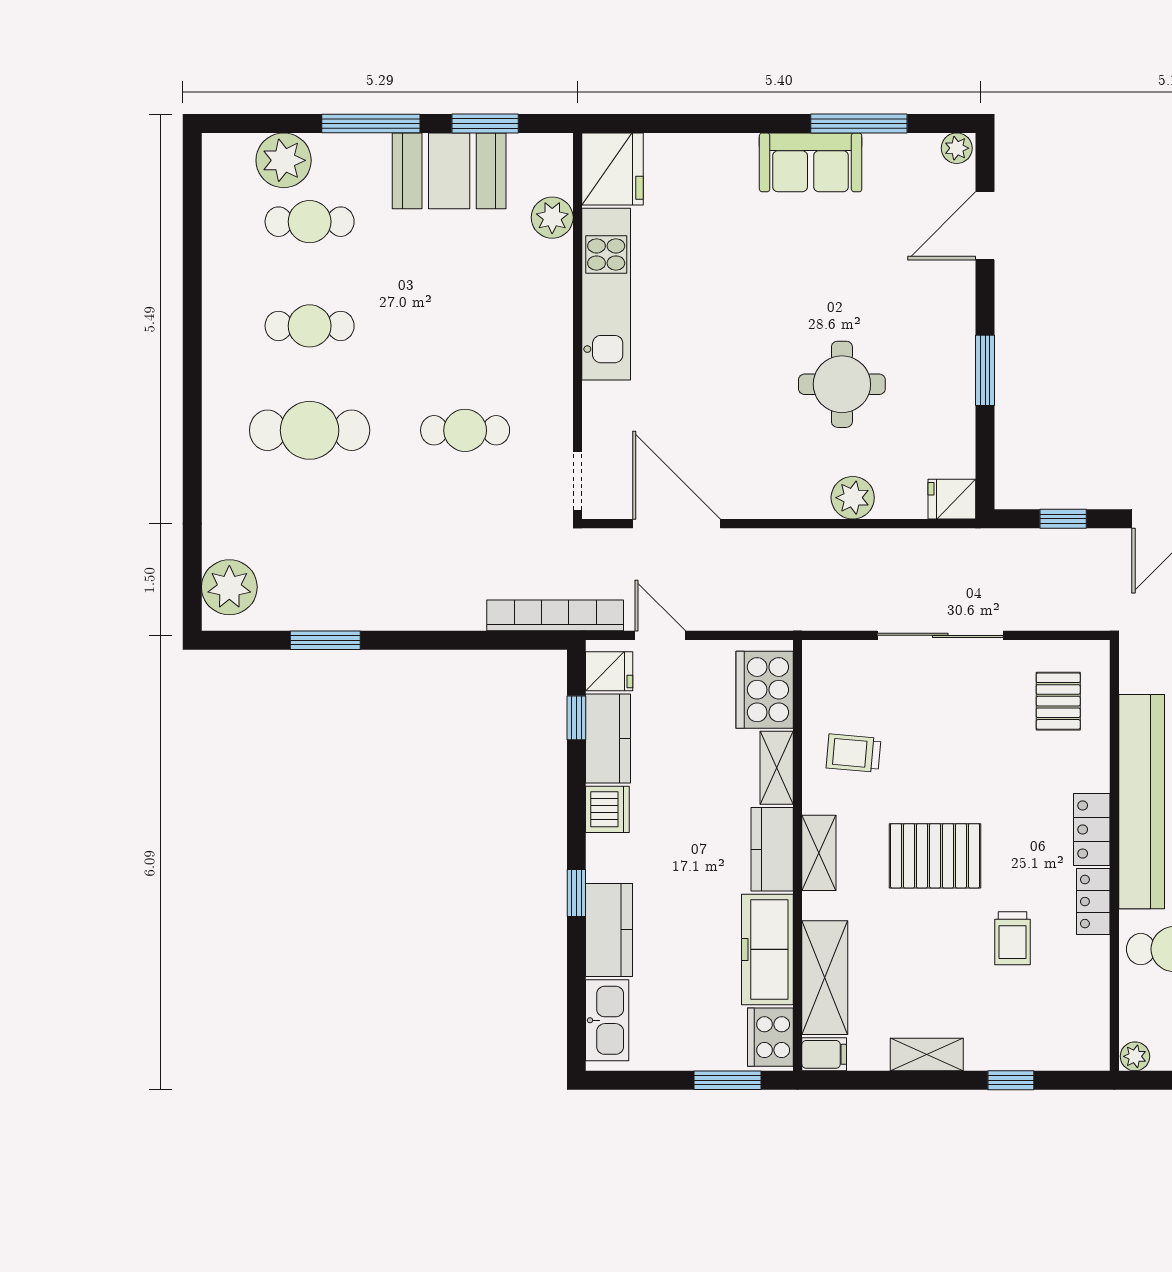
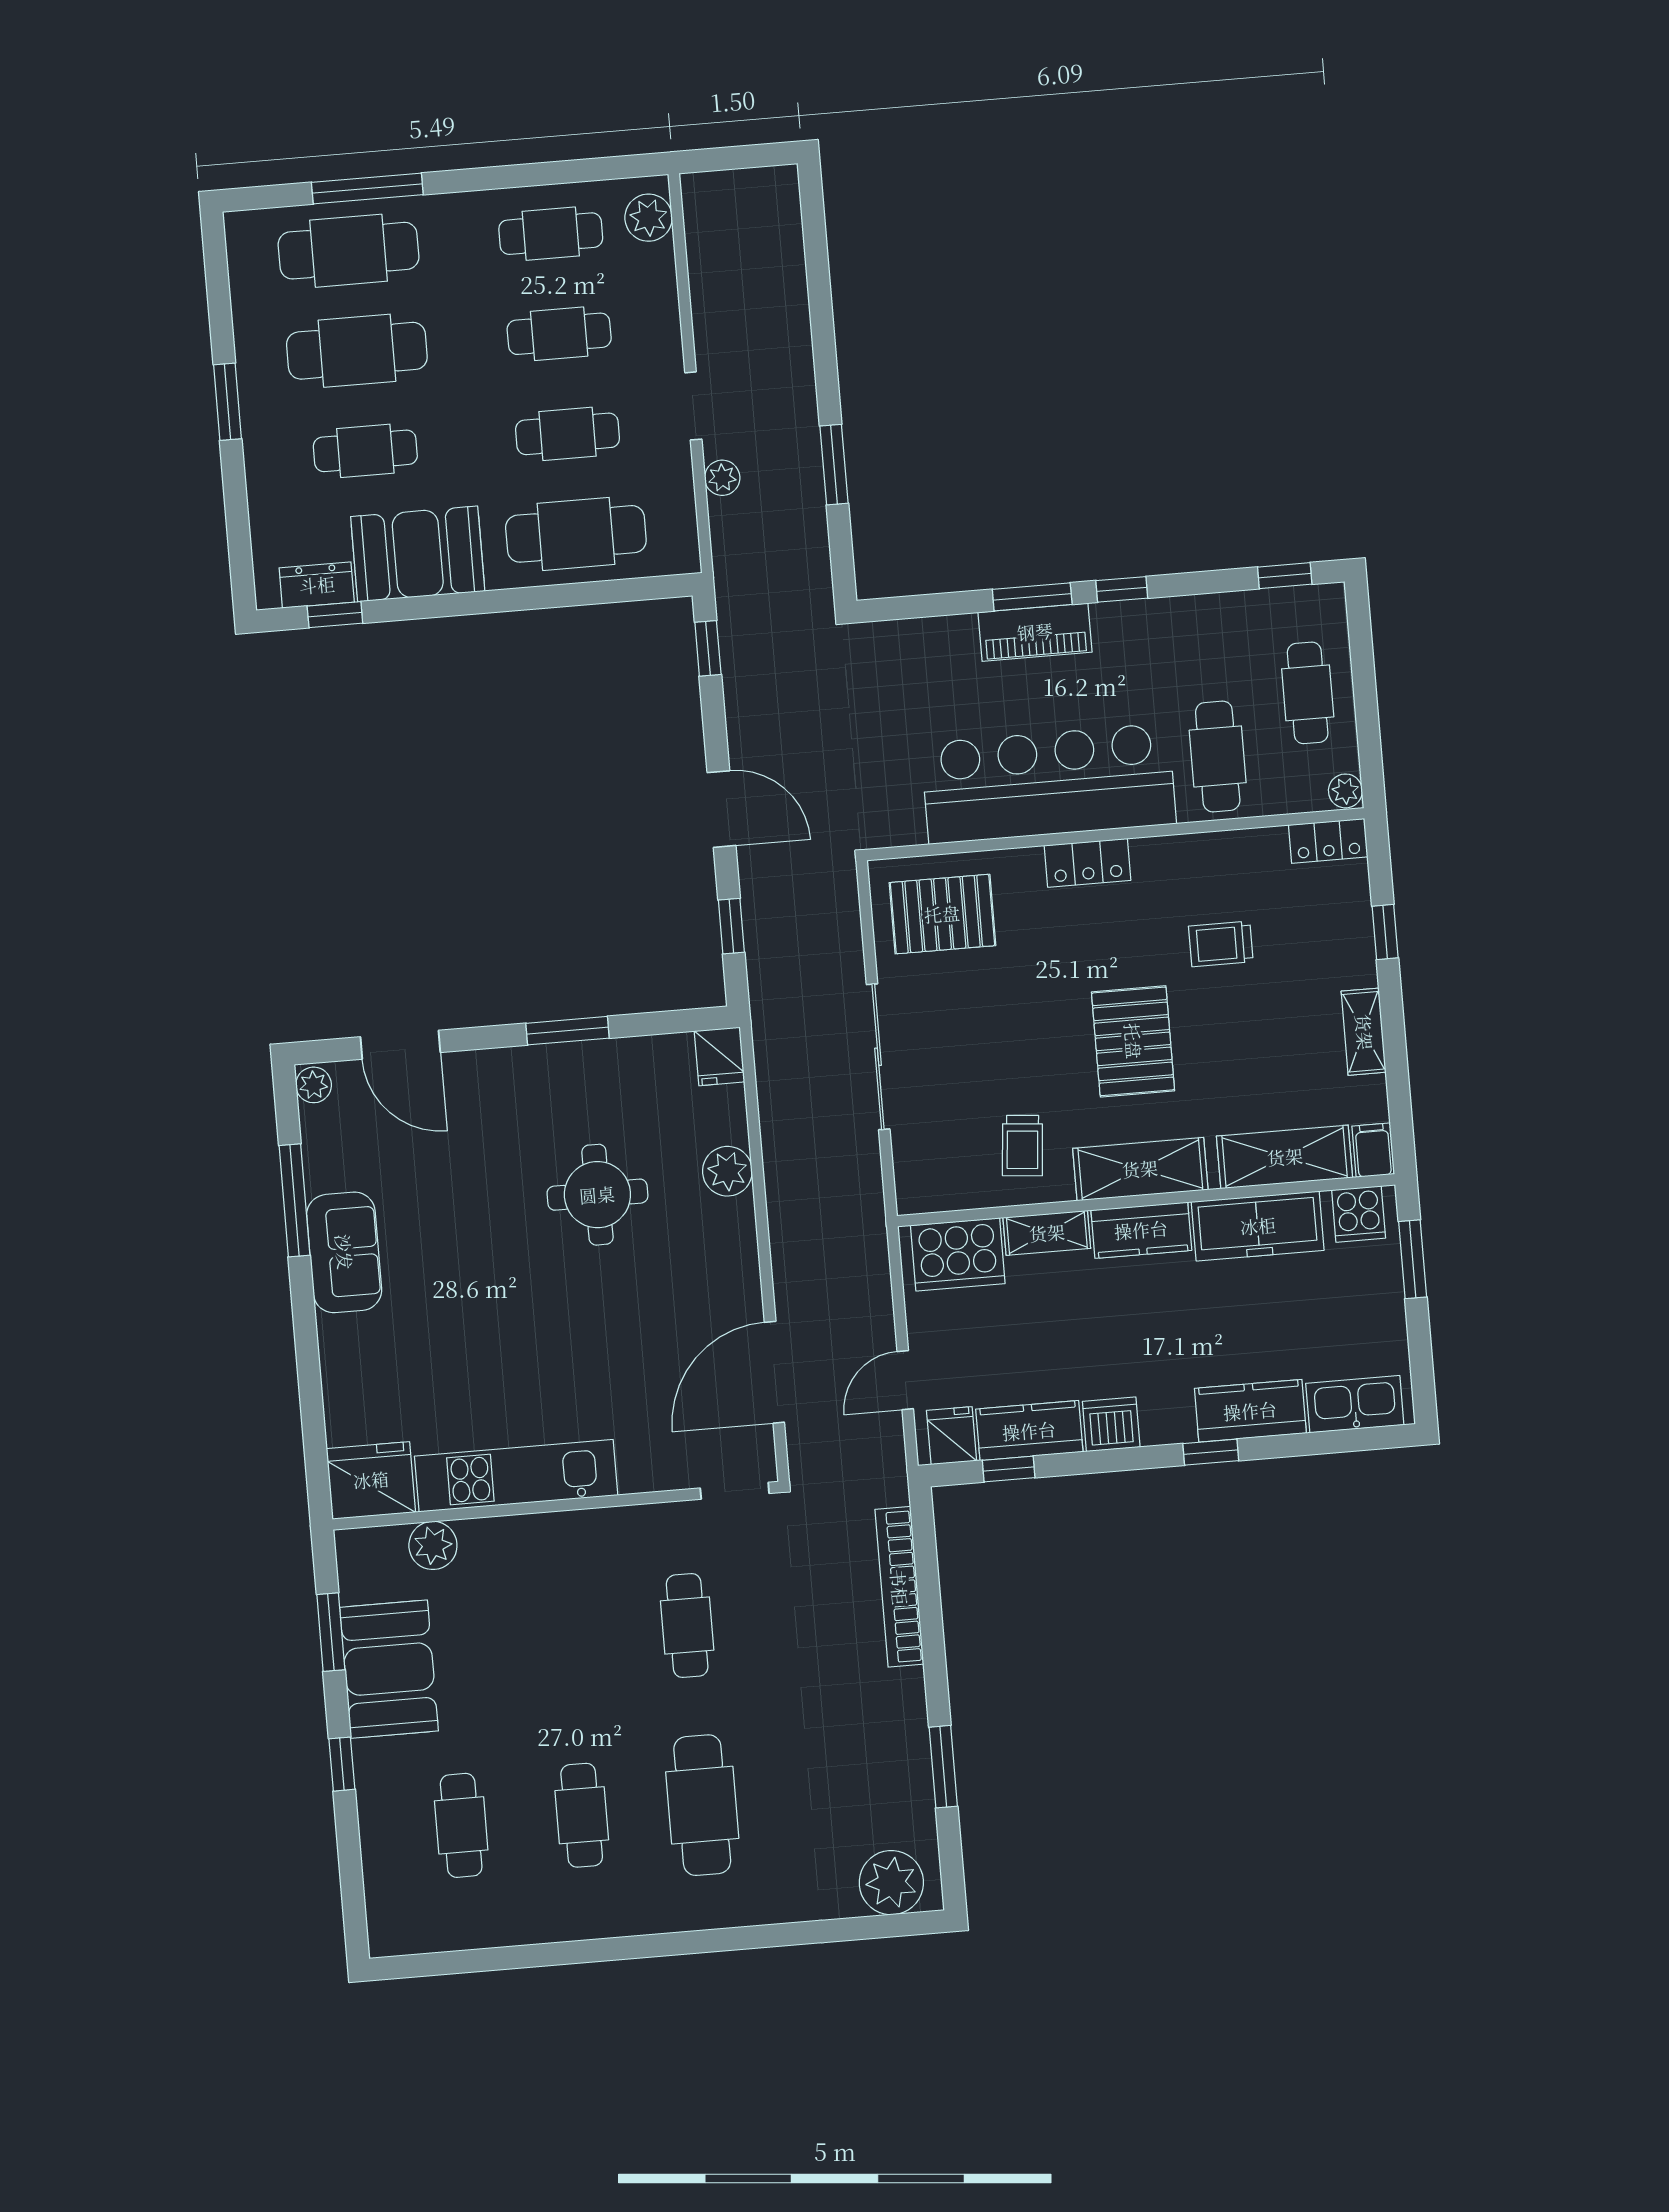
window: (371, 123) -> (342, 1764), width x0.46
plant: (284, 160) -> (393, 1861), removed
bookcase: (555, 615) -> (899, 1587), moved
pallet: (1058, 701) -> (942, 914), width x1.50, depth x1.42
shelving: (819, 853) -> (1140, 1169), width x1.50, depth x1.33
locker: (1093, 902) -> (1328, 841), moved
trolley: (1012, 938) -> (1221, 944), turned 180
cooker: (770, 1037) -> (1359, 1214), width x0.73

